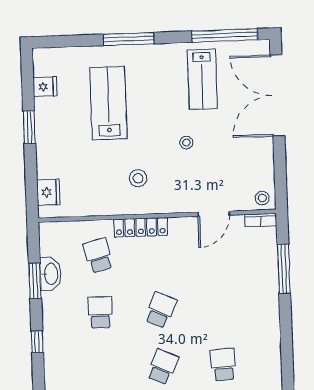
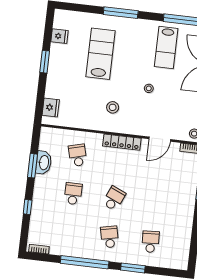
locker: (141, 227) -> (122, 142), moved
school desk: (163, 367) -> (110, 237), turned -36

